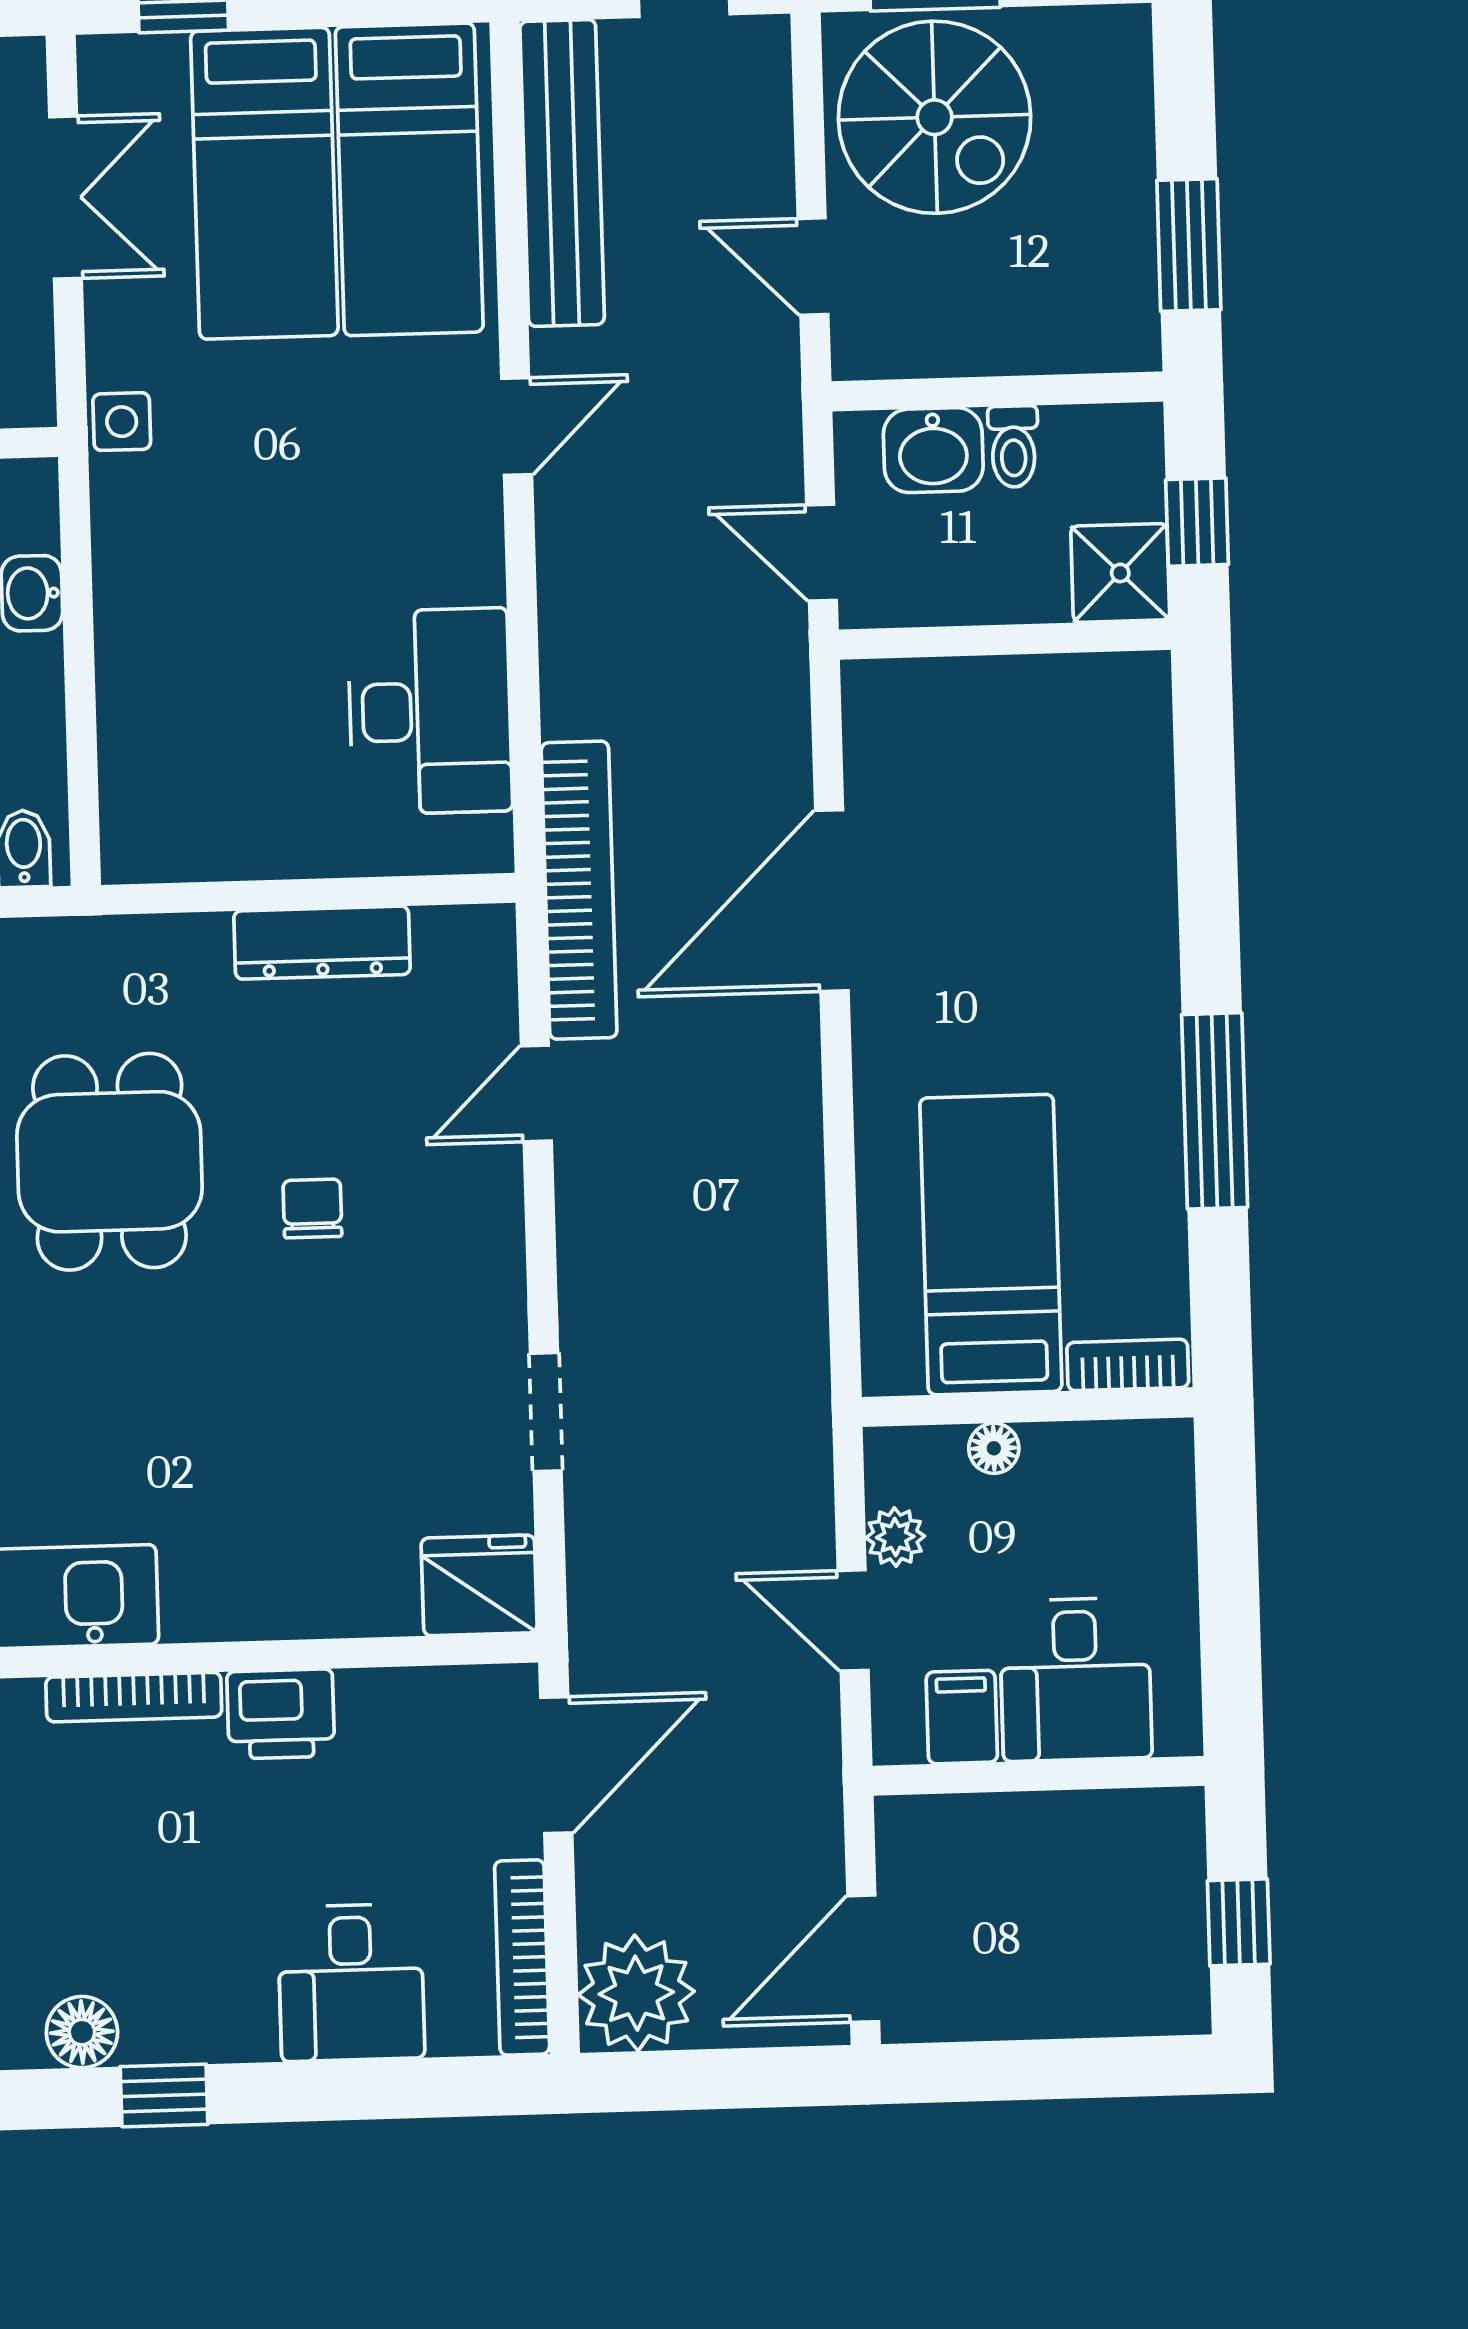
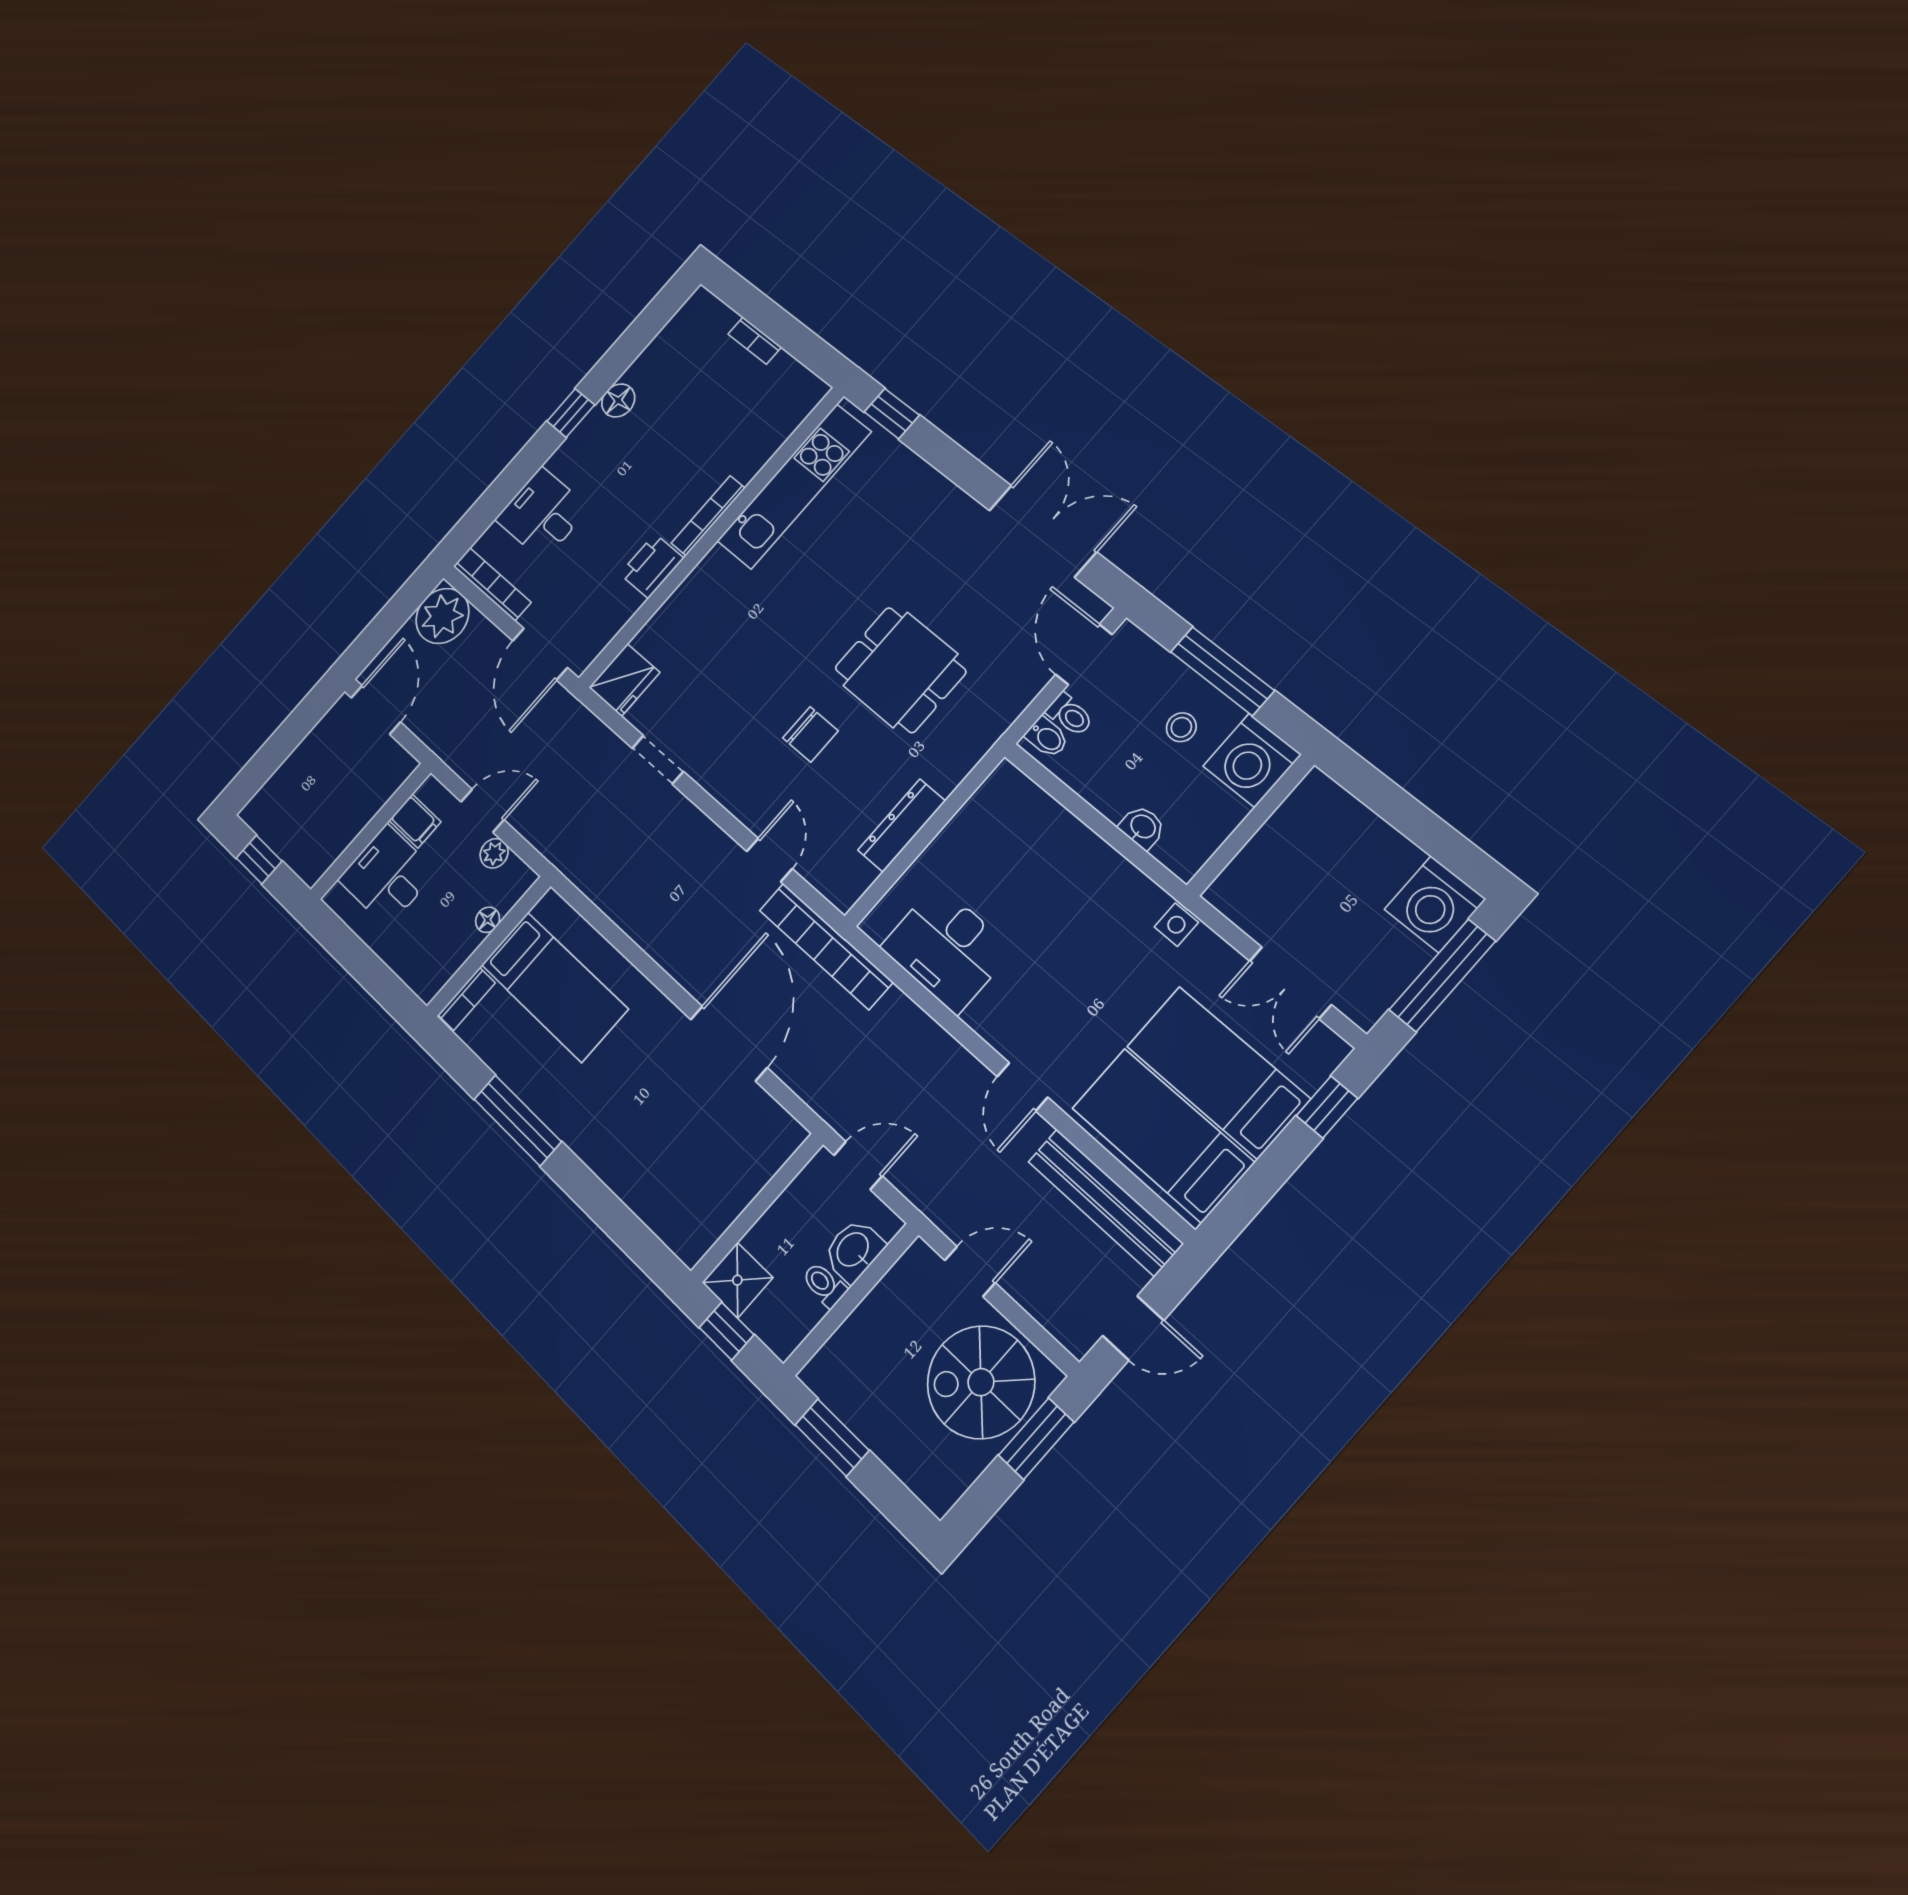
chair: (312, 1208) -> (810, 734), width x1.37, depth x1.37

